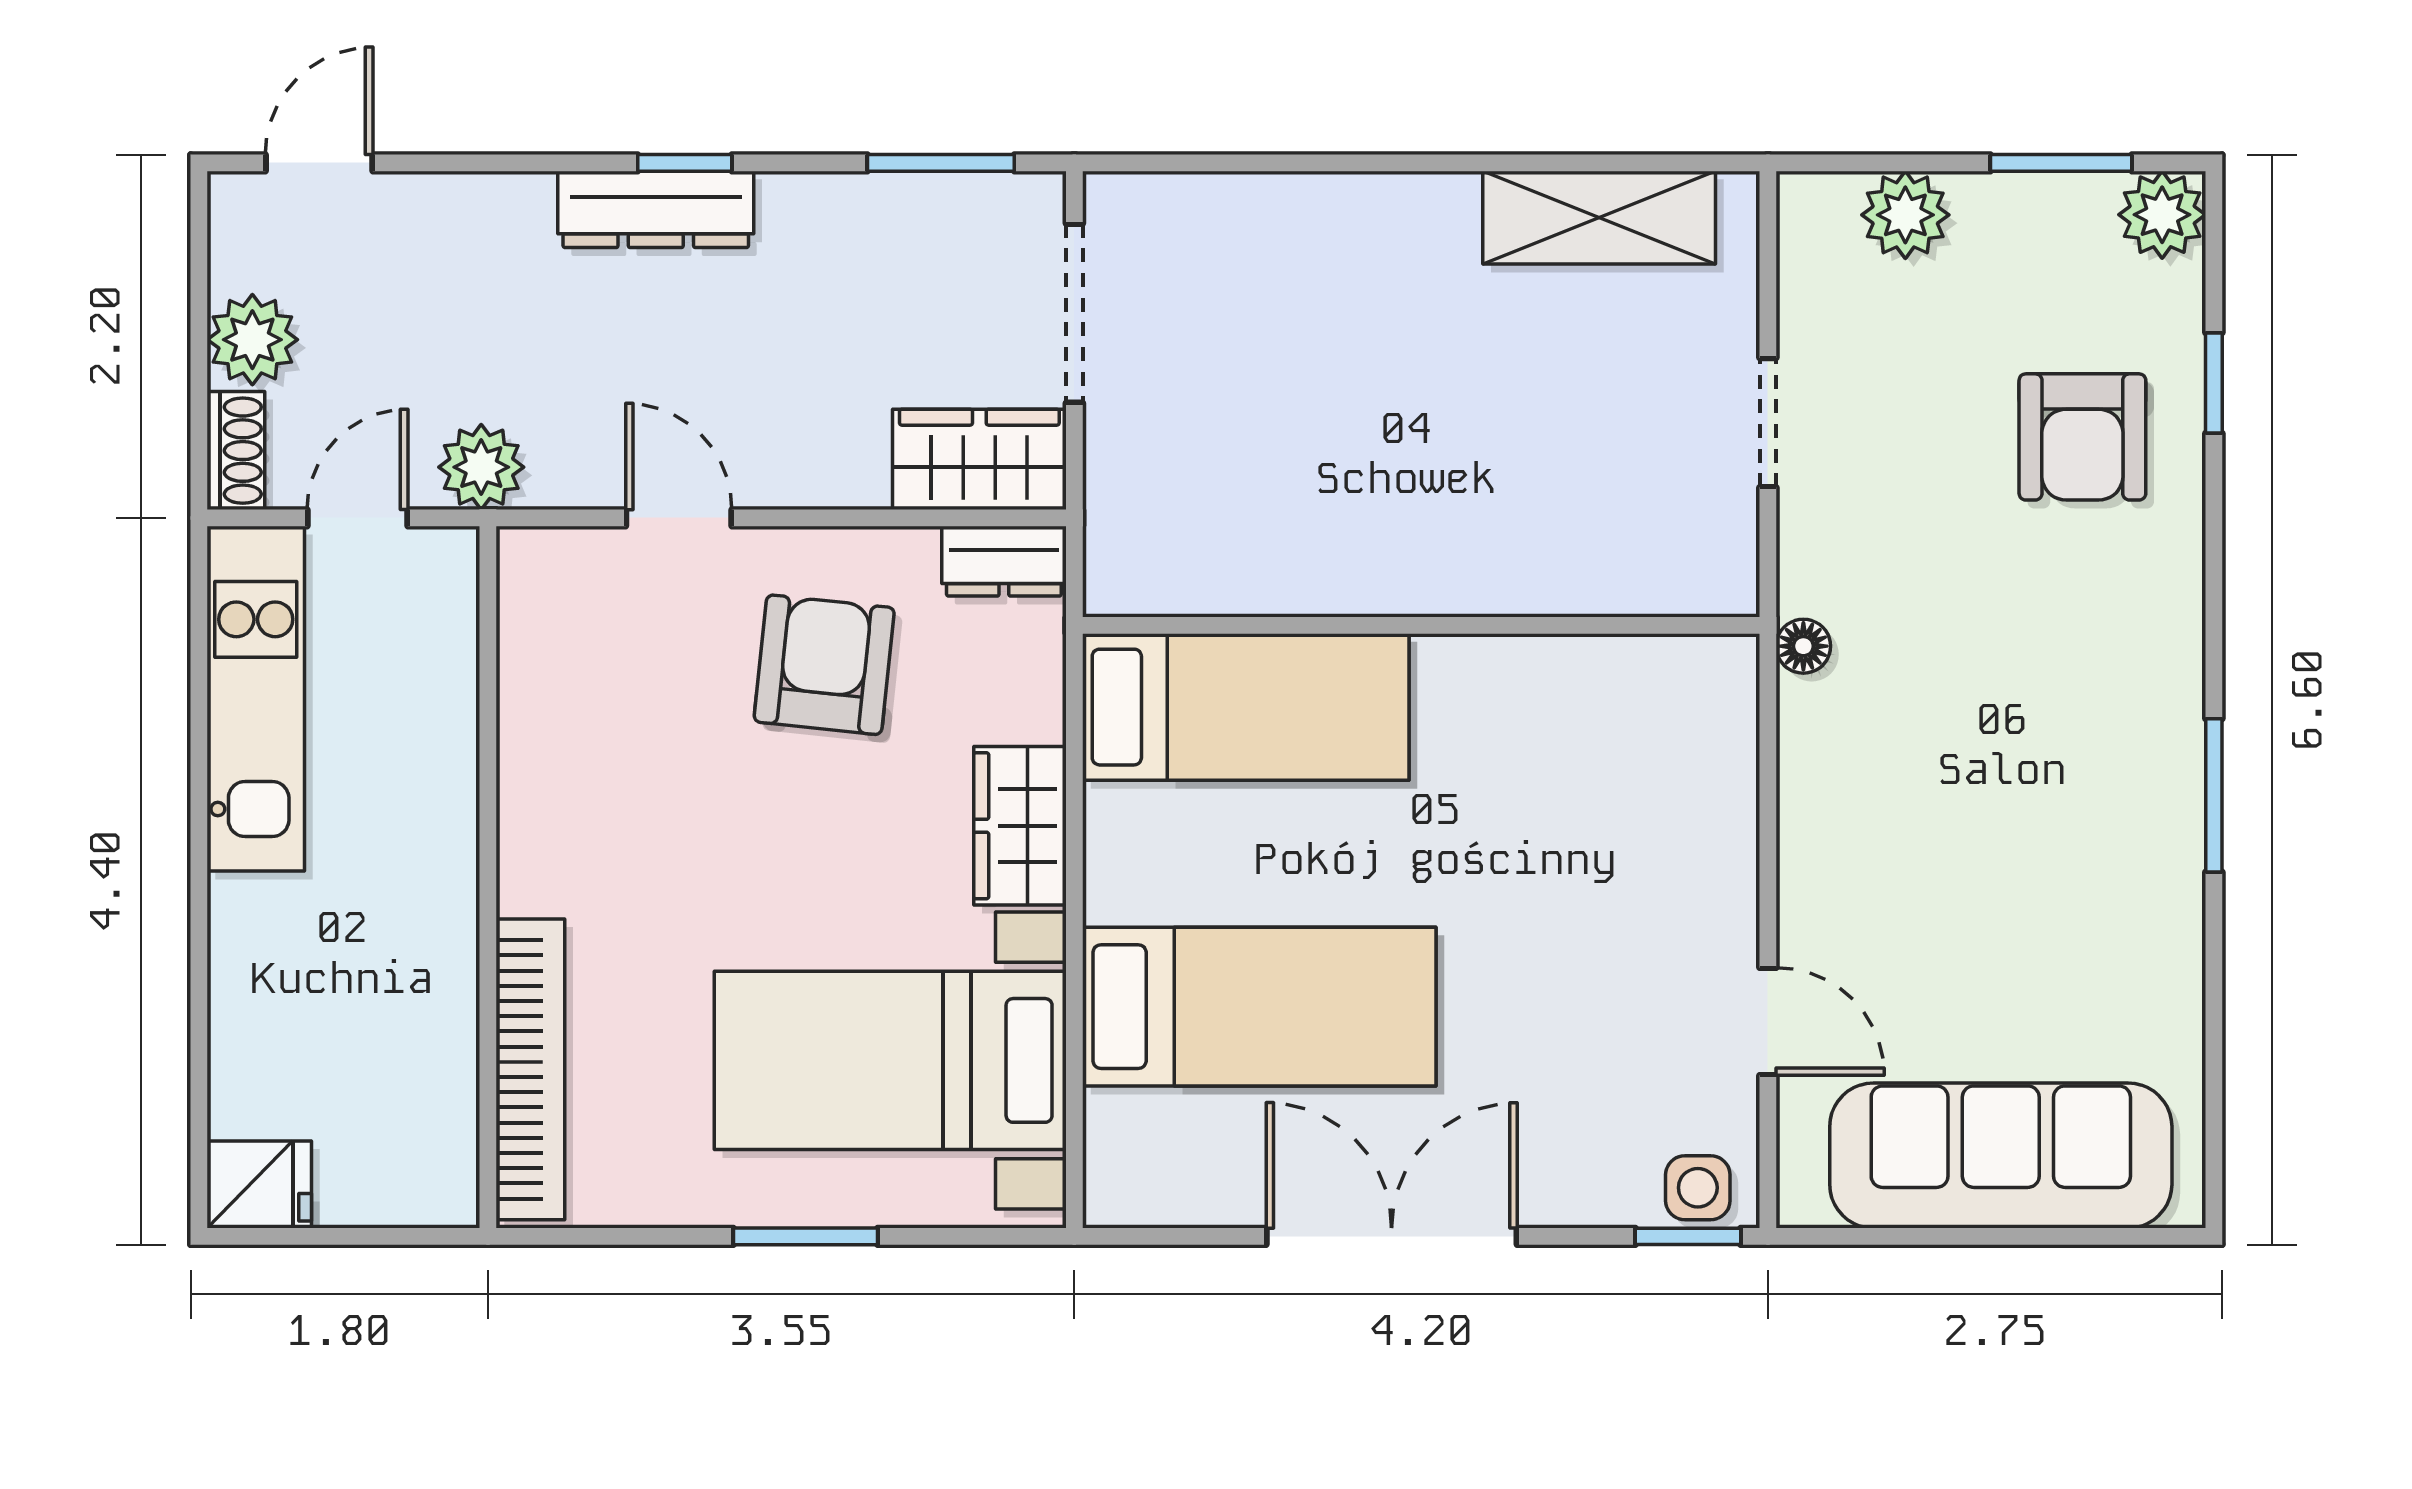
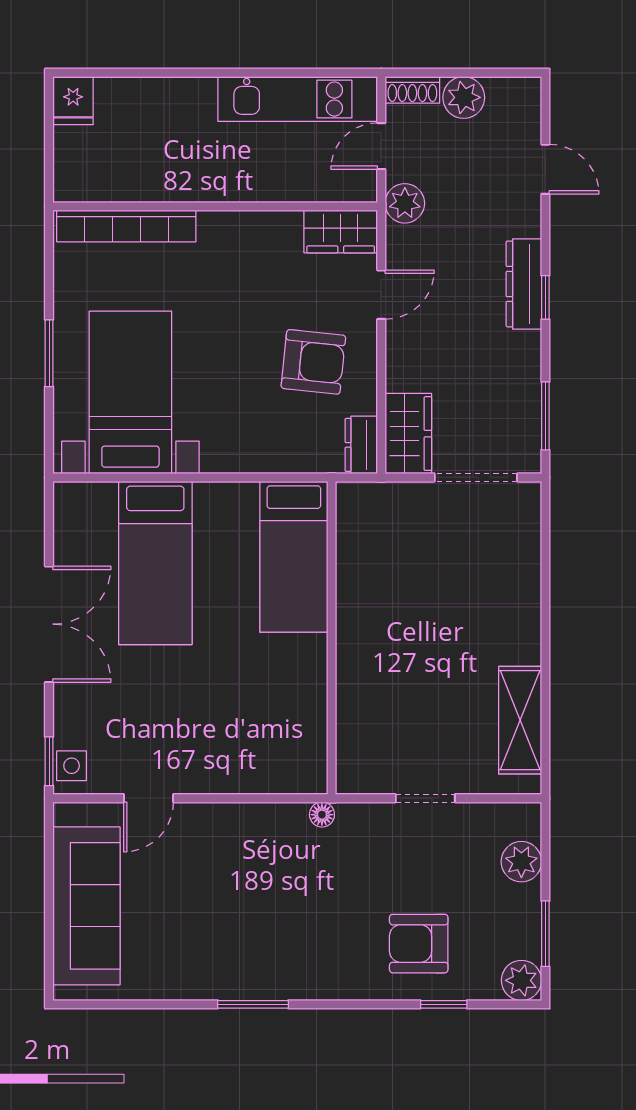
door: (319, 163) -> (545, 169), moved
door: (357, 518) -> (381, 146), swing flipped
wardrobe: (1020, 826) -> (341, 231), moved, turned 180

